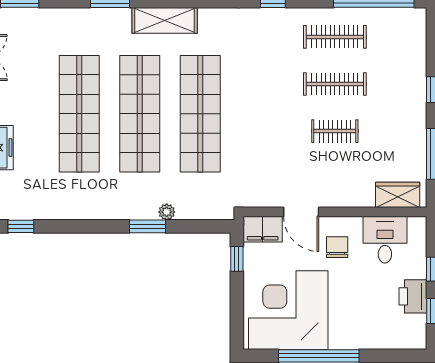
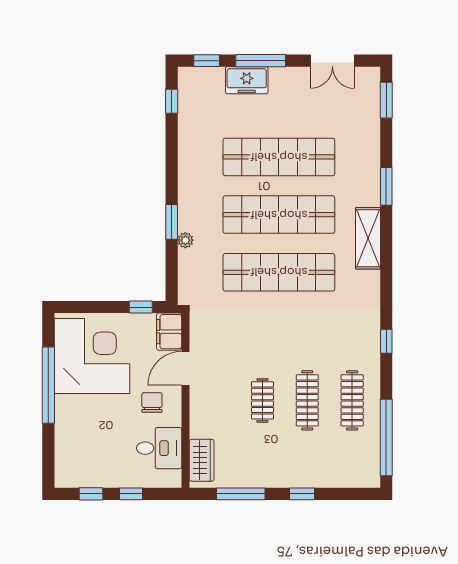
chair: (337, 247) -> (152, 402), turned -90
printer: (413, 296) -> (105, 475), removed

